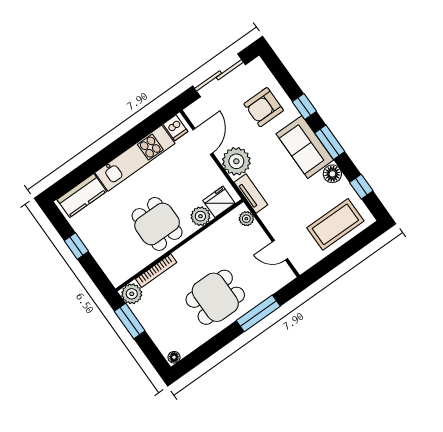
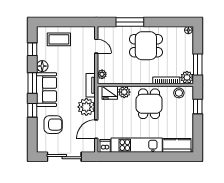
coffee table: (335, 224) -> (59, 39), width x0.73, depth x0.76
window: (76, 246) -> (198, 106), moved
stool: (128, 266) -> (179, 93), added

